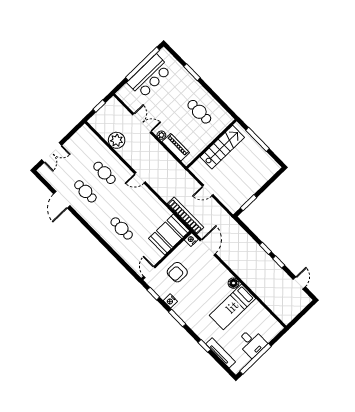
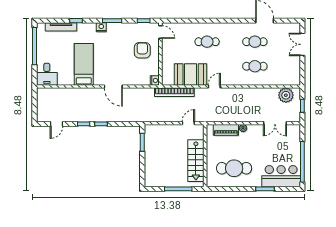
bar counter: (149, 76) -> (281, 176), moved, turned 90
cafe table: (199, 112) -> (234, 168), width x1.37, depth x1.35
double door: (142, 123) -> (275, 123), moved
plant: (117, 140) -> (286, 95), moved
door: (140, 178) -> (214, 86), moved
door: (208, 190) -> (188, 123), moved
booth: (169, 235) -> (191, 74), moved, turned 90
door: (208, 247) -> (113, 86), moved
floor lamp: (234, 283) -> (99, 80), removed
door: (299, 283) -> (56, 124), hinge flipped
nightstand: (170, 301) -> (101, 27), moved
desk: (252, 343) -> (47, 74), moved, turned -90

